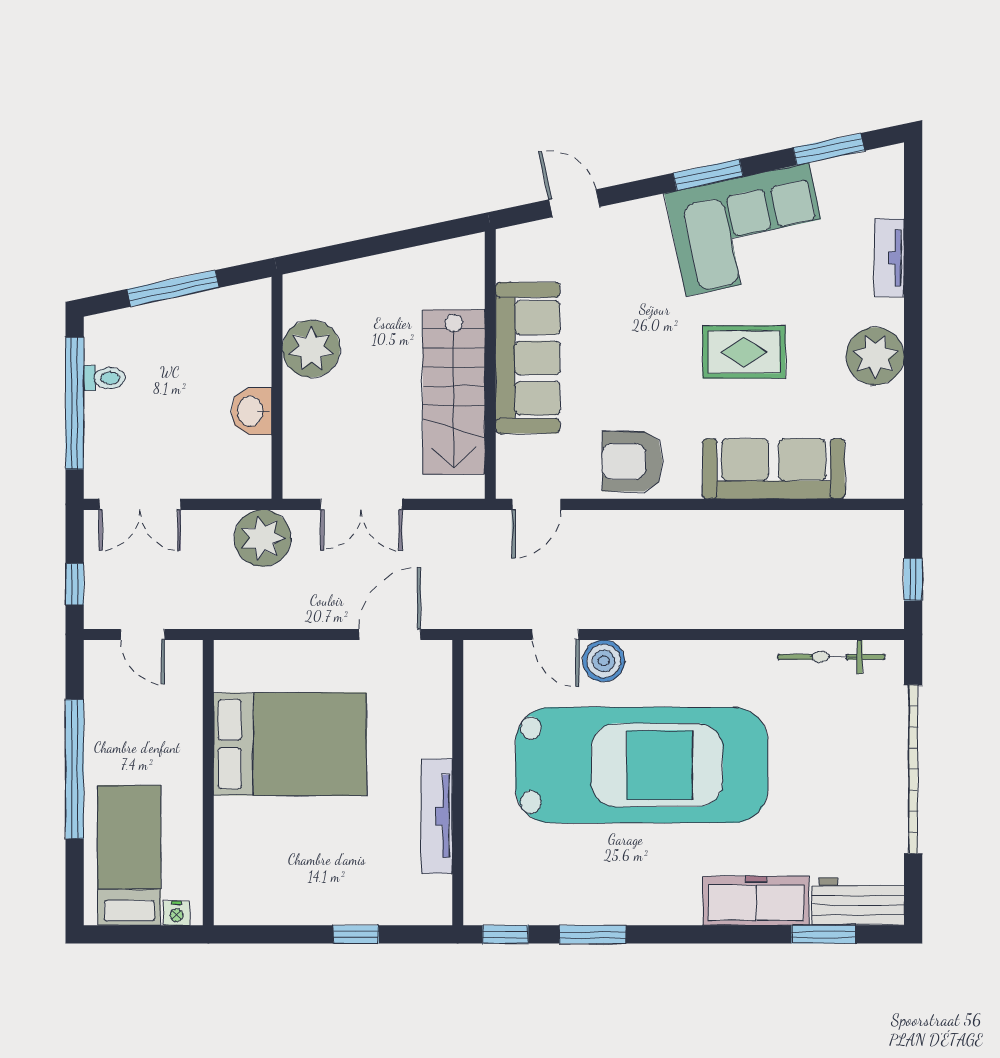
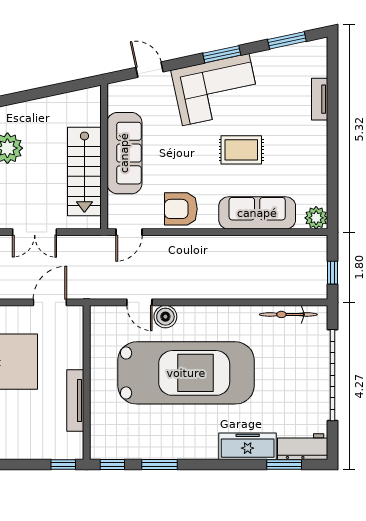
corner sofa: (747, 230) -> (216, 90), moved
plant: (875, 356) -> (316, 218), moved, width x0.73, depth x0.73
window: (356, 934) -> (63, 464), moved

